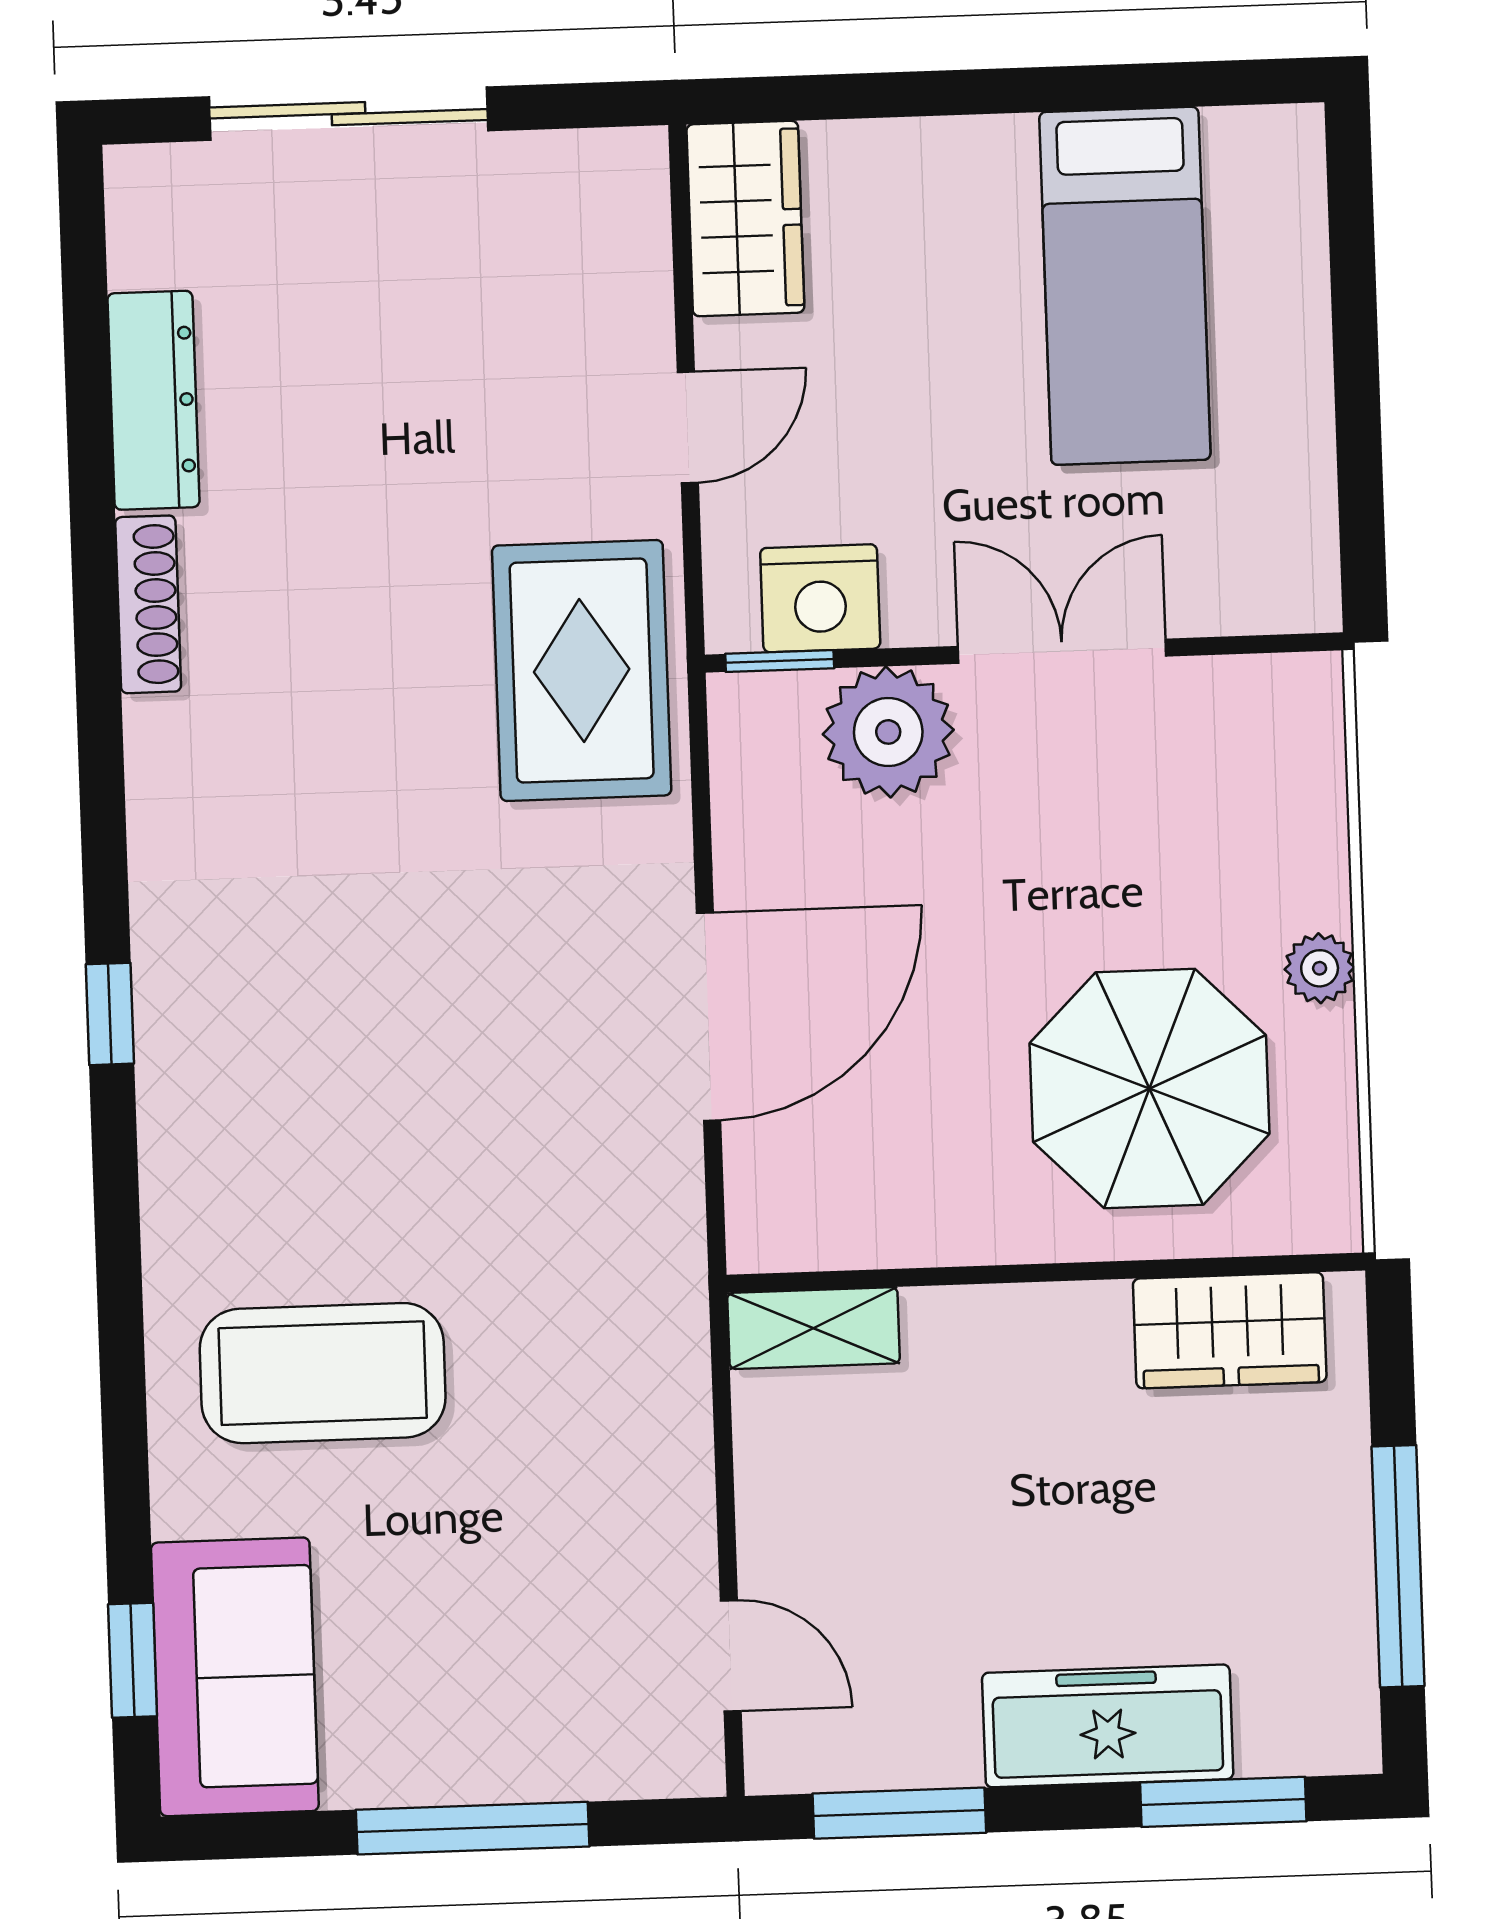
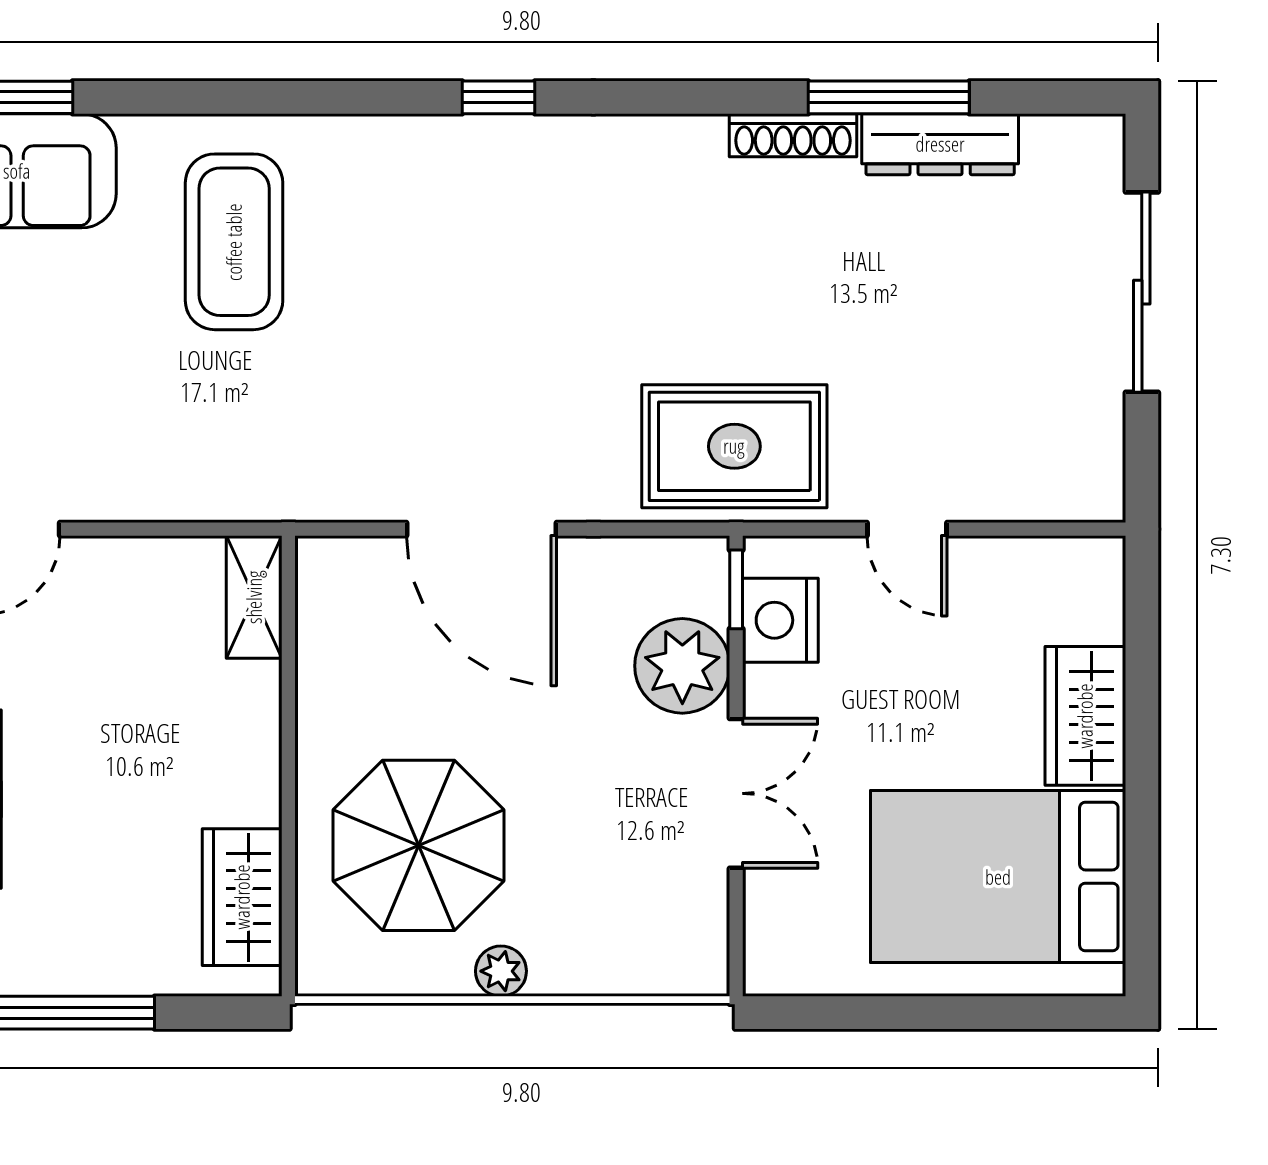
wardrobe: (745, 218) -> (1085, 716), moved, turned 90
bed: (1125, 286) -> (998, 877), width x1.50
window: (91, 474) -> (889, 97), added

